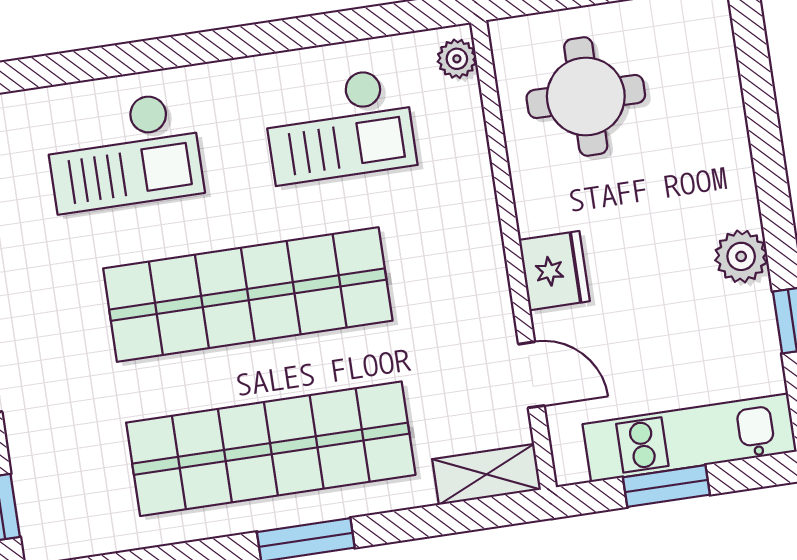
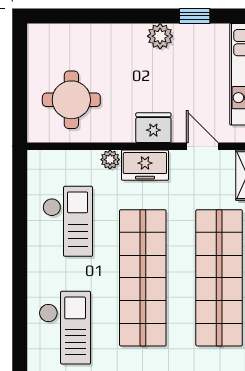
plant: (457, 59) -> (110, 160), moved
freezer: (476, 265) -> (145, 165), added
door: (531, 375) -> (202, 146), hinge flipped

